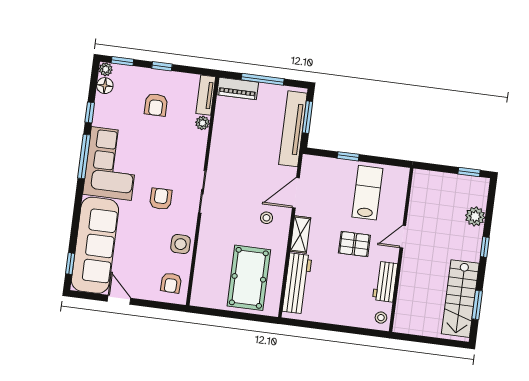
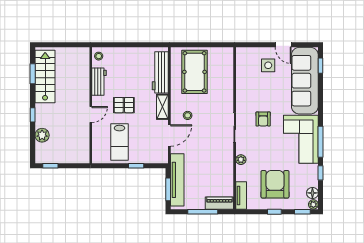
armchair: (156, 105) -> (275, 184), width x1.88, depth x1.88
plant: (203, 123) -> (241, 160), moved
side table: (181, 244) -> (268, 65), moved
armchair: (171, 283) -> (248, 61), removed

